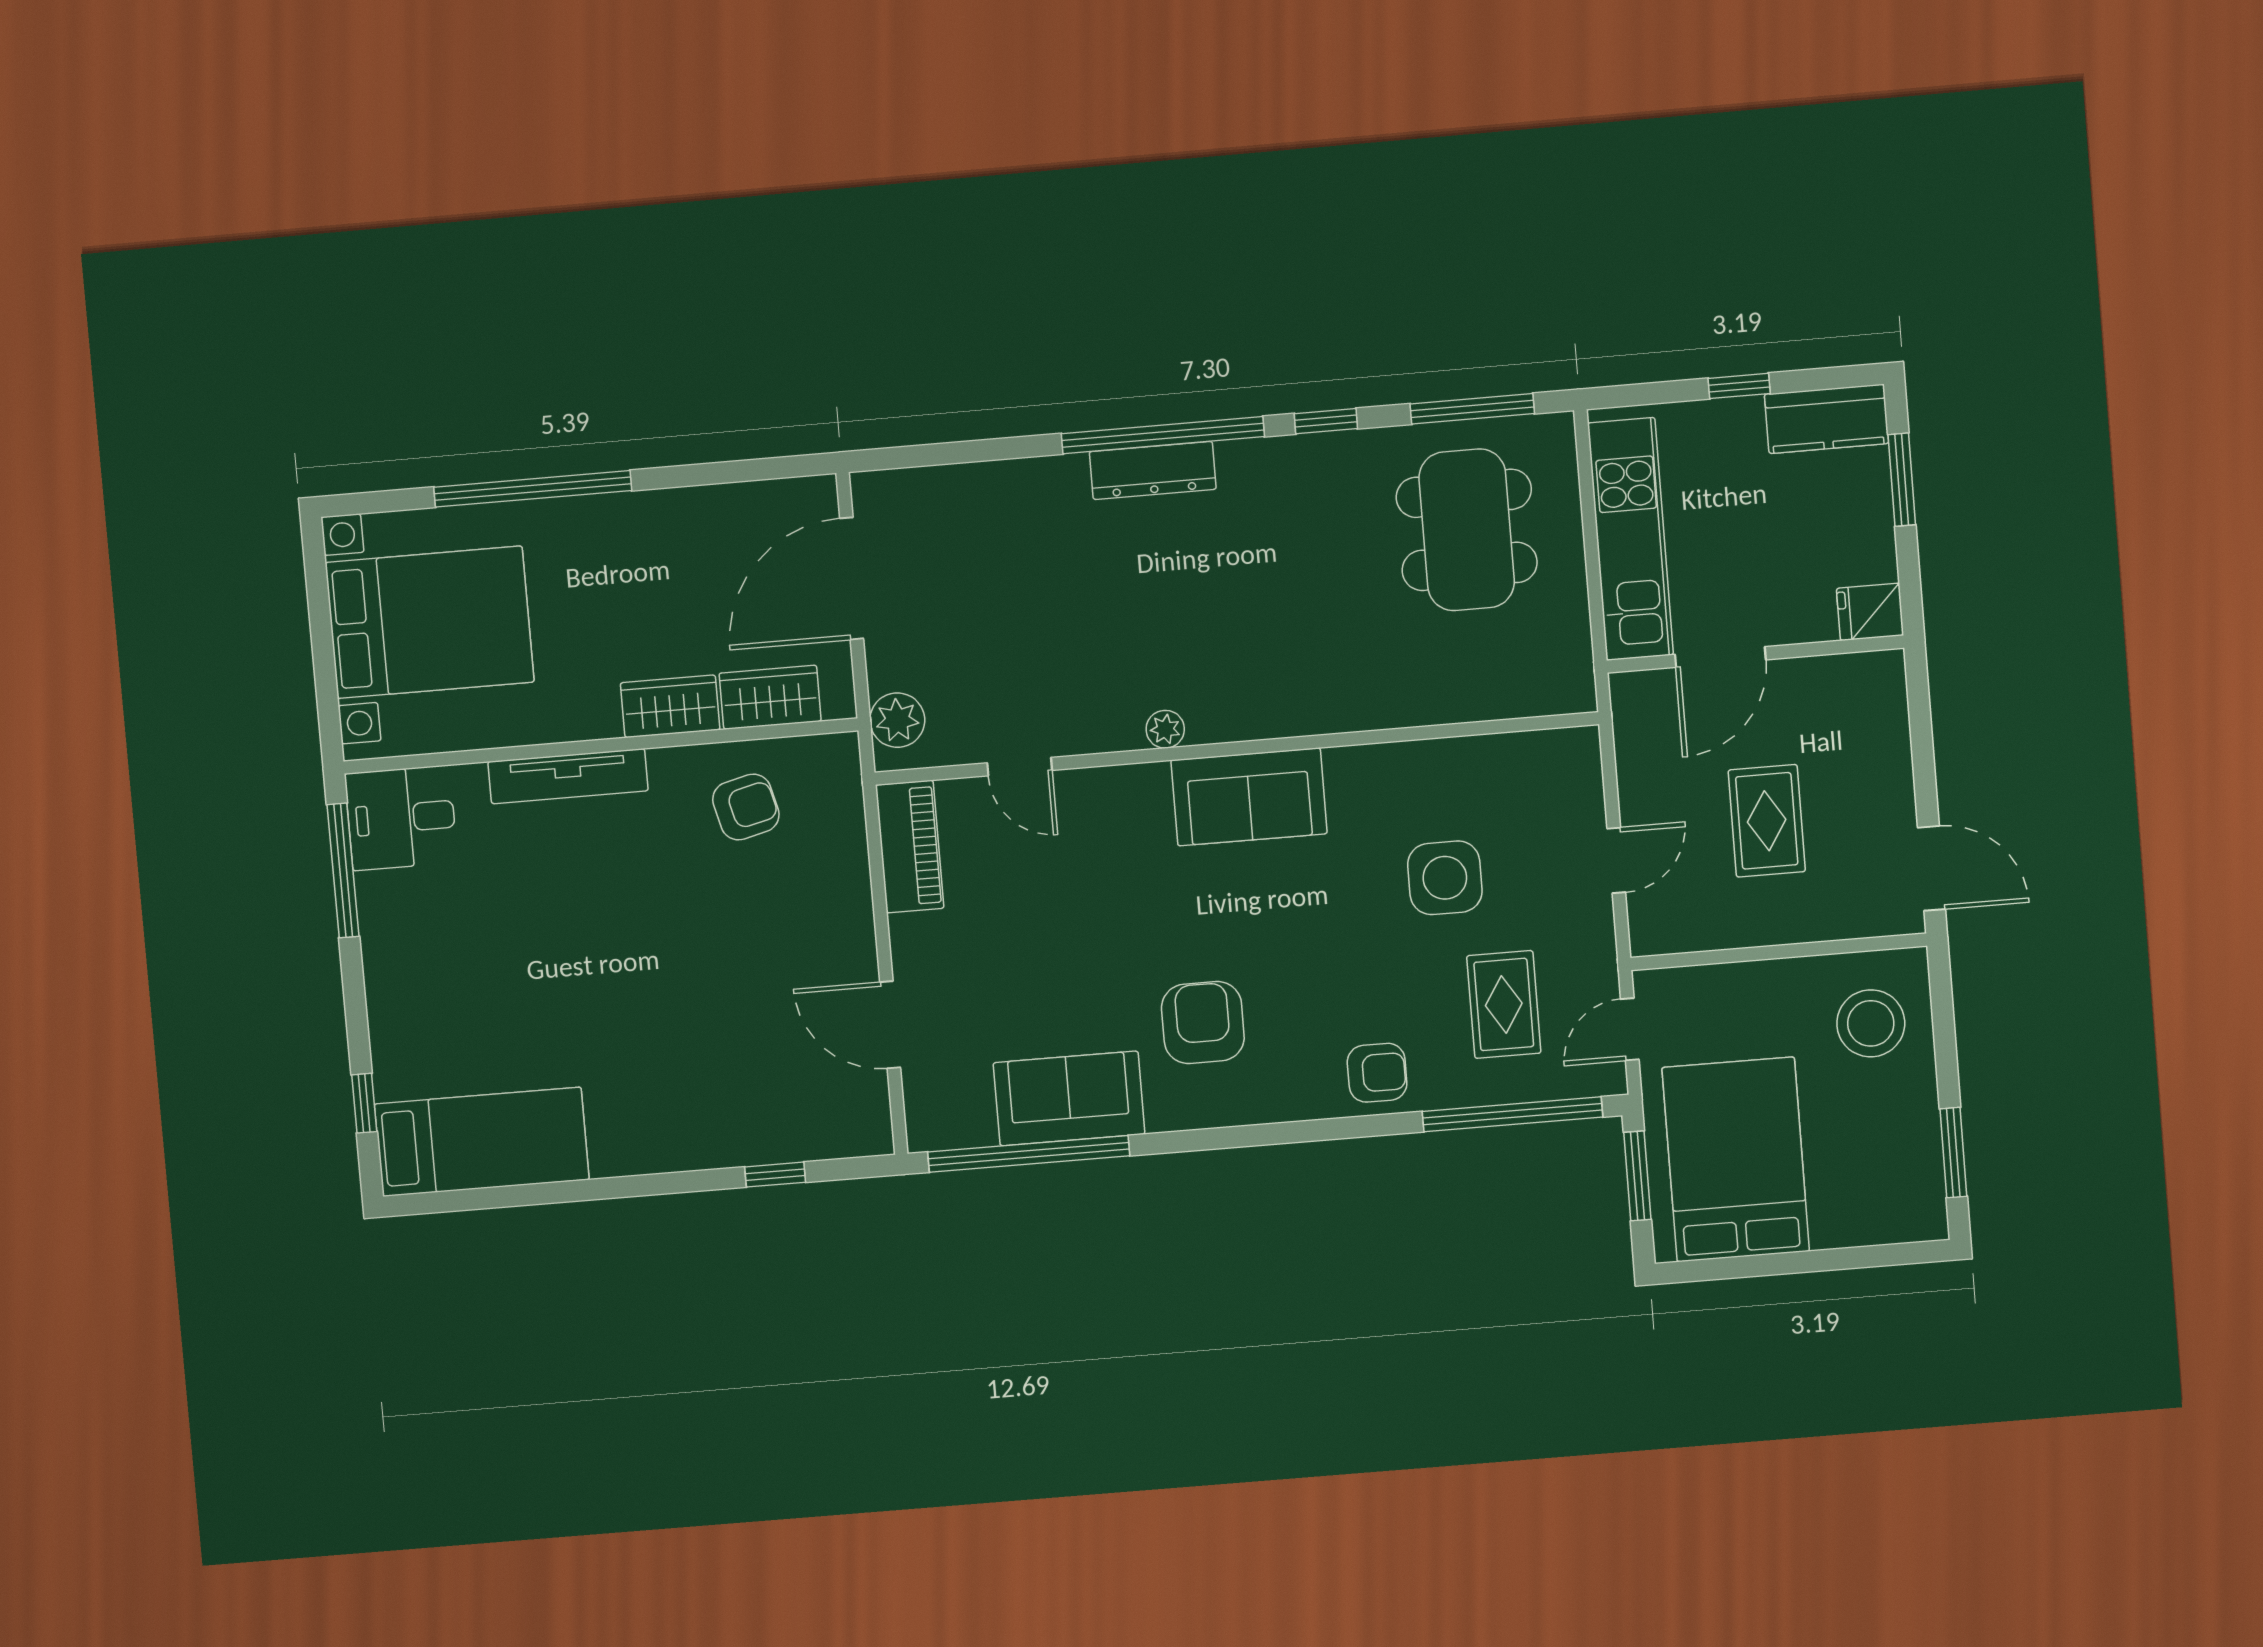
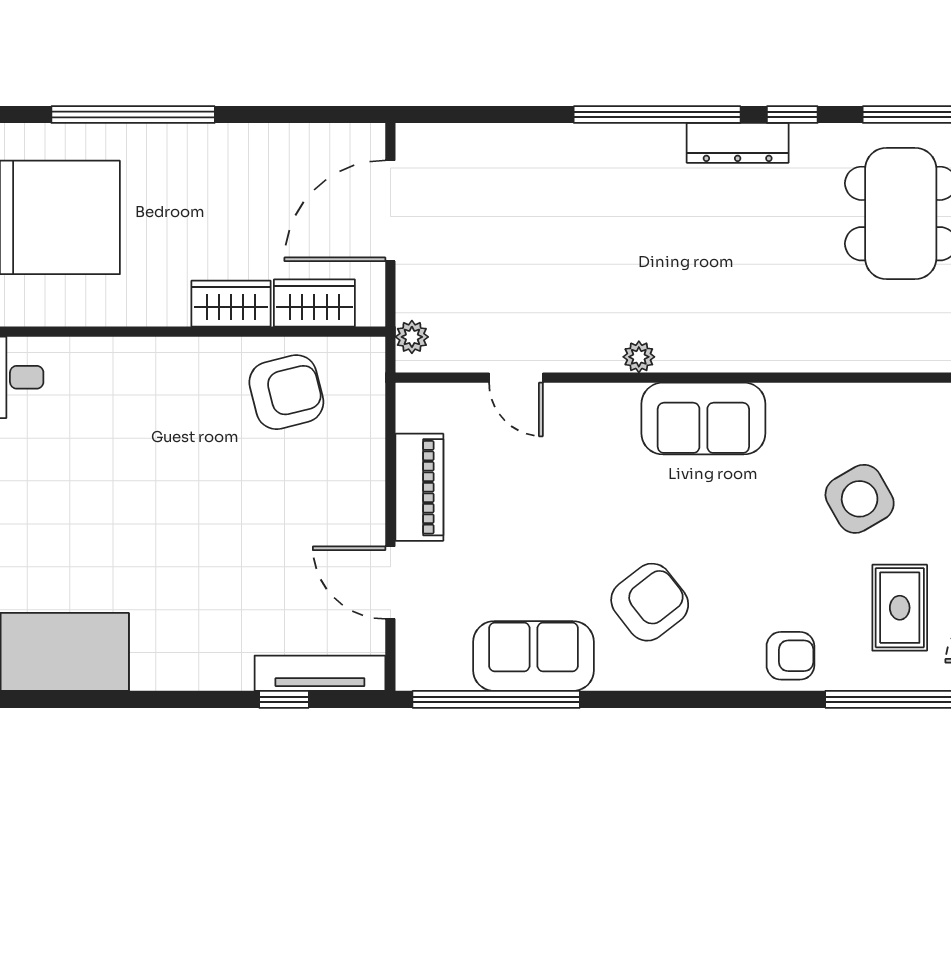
dresser: (1153, 470) -> (738, 143), moved
plant: (897, 720) -> (412, 337), width x0.73, depth x0.73
tv unit: (568, 776) -> (320, 673), moved, turned 180
armchair: (746, 807) -> (286, 392), width x1.38, depth x1.38
piano: (910, 847) -> (419, 487), moved
side table: (1445, 878) -> (860, 499), turned -30
armchair: (1203, 1023) -> (650, 602), turned 52

